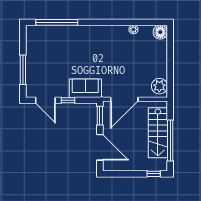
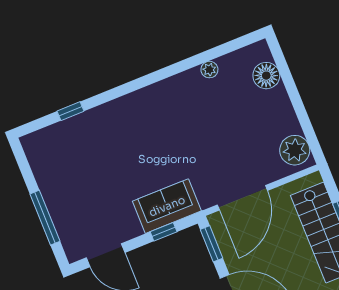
window: (57, 22) -> (70, 111), width x0.32
floor lamp: (160, 32) -> (266, 76), moved
window: (68, 100) -> (164, 232), moved

